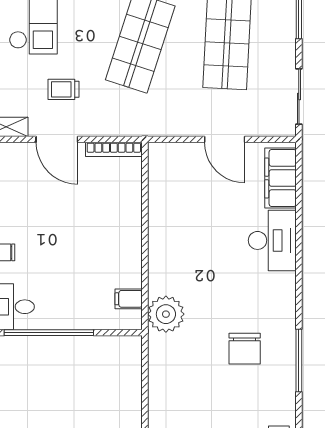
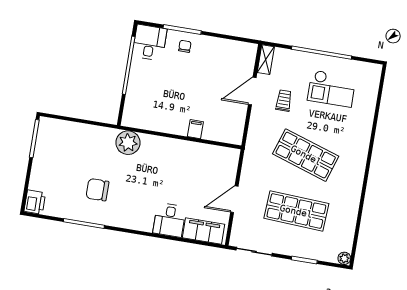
bookcase: (114, 149) -> (240, 127), removed
desk: (272, 240) -> (169, 220), width x0.73
filing cabinet: (129, 299) -> (195, 129), moved

